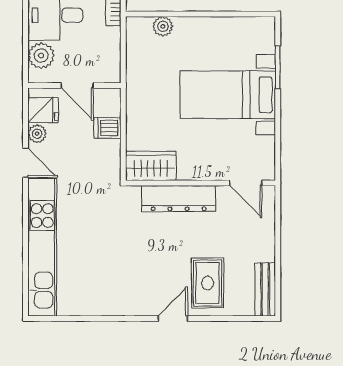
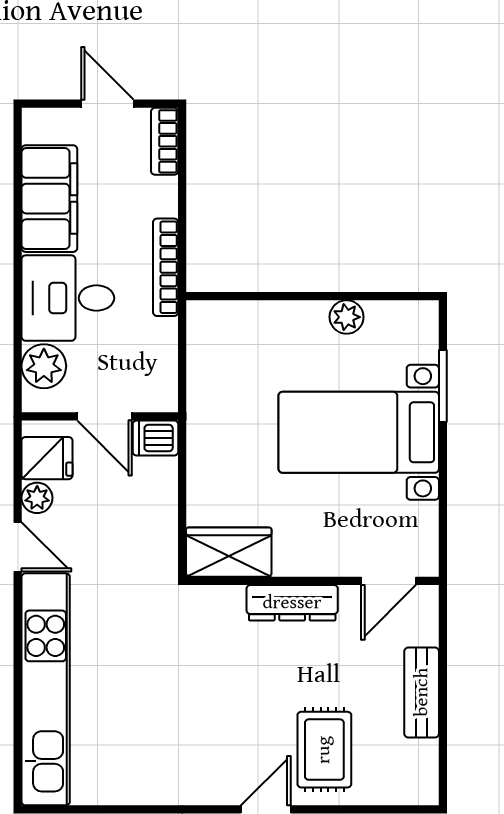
plant: (163, 26) -> (347, 317), moved
dishwasher: (107, 128) -> (155, 438), moved
door: (246, 183) -> (389, 581), hinge flipped
dresser: (179, 198) -> (292, 603), width x0.73, depth x0.80
bench: (265, 289) -> (422, 692), moved

